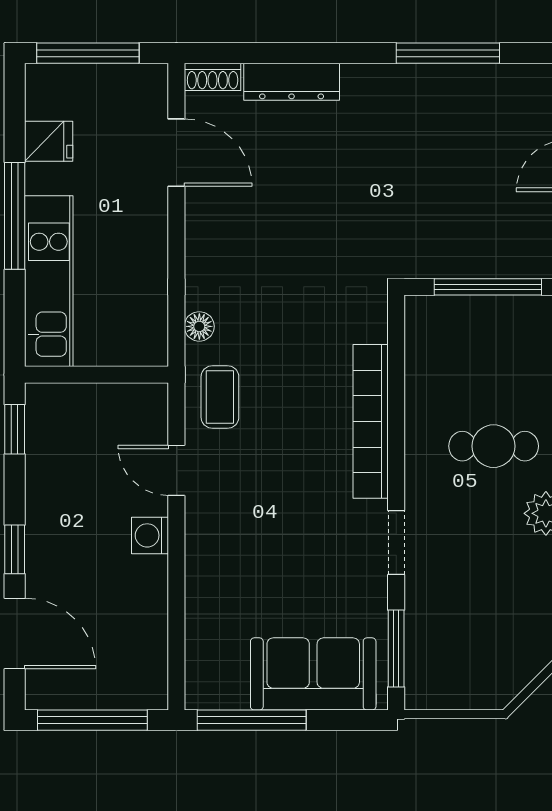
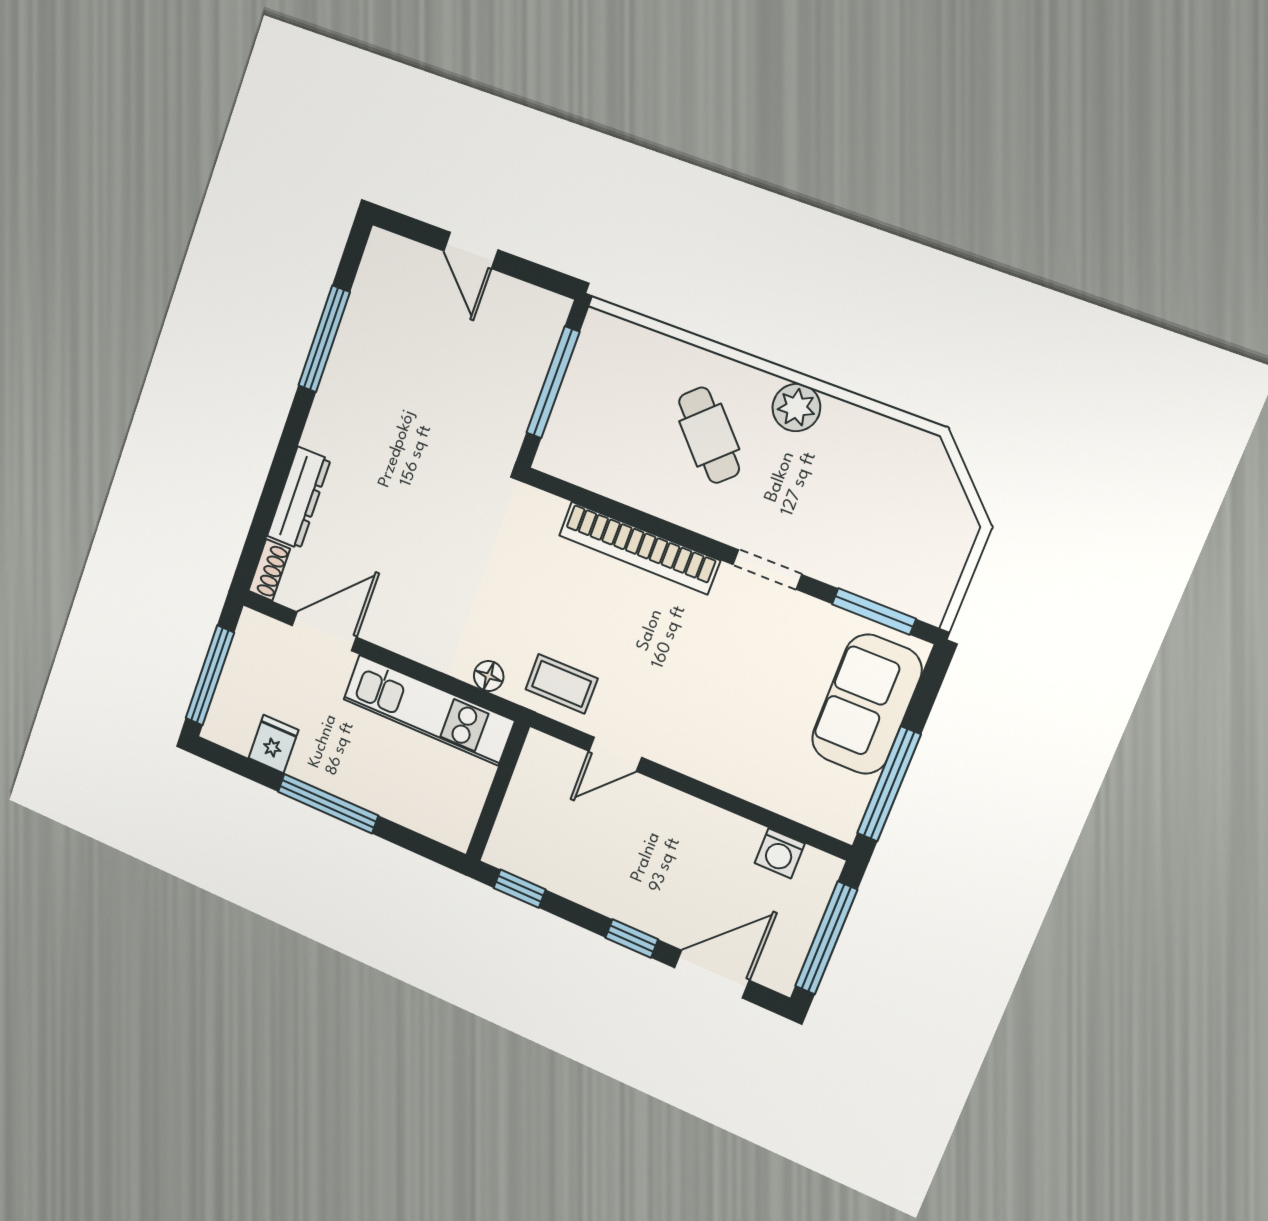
kitchen unit: (49, 281) -> (429, 710), moved, turned 180
cafe table: (494, 446) -> (709, 435), turned -43
washing machine: (150, 535) -> (780, 853), moved

